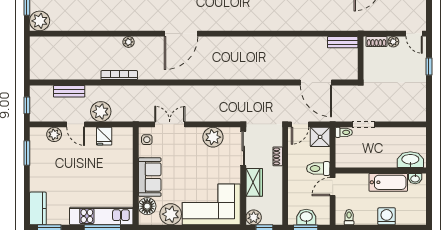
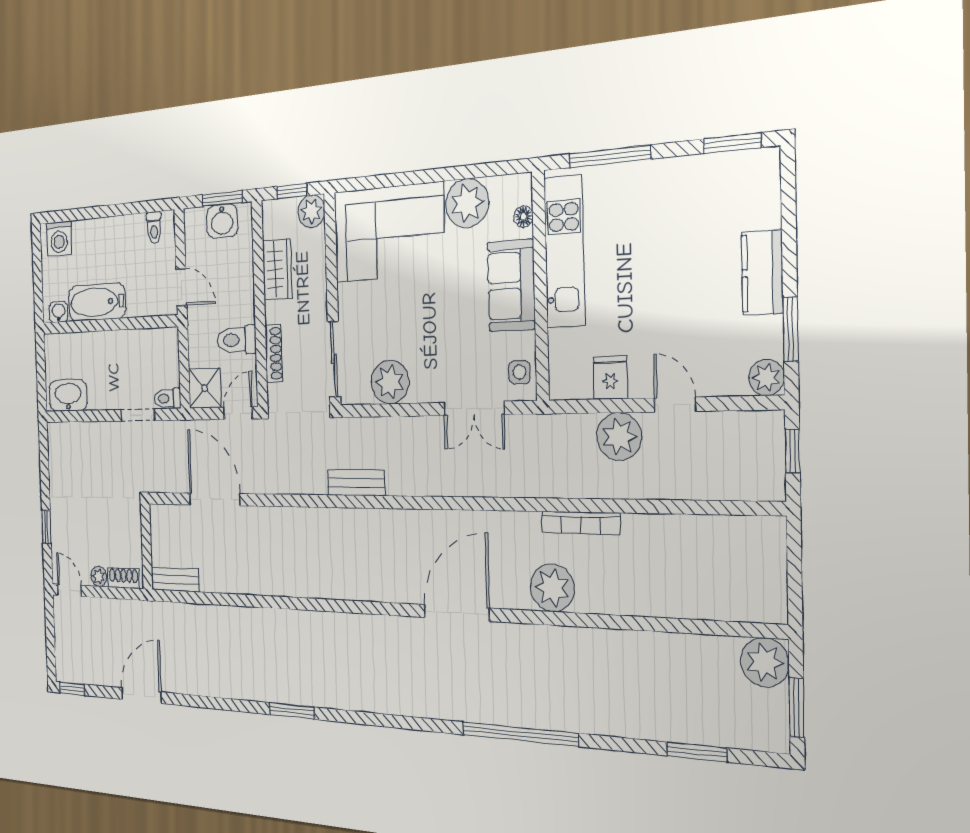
plant: (129, 42) -> (552, 588), width x1.88, depth x1.88
bench: (69, 91) -> (356, 483), moved
plant: (54, 134) -> (766, 377), moved
shoe rack: (278, 156) -> (274, 354), width x1.43
washbasin: (410, 160) -> (68, 396), moved, turned 180
toilet: (318, 169) -> (237, 340), moved, turned 180
wardrobe: (254, 182) -> (277, 269), moved, turned 180
door: (333, 187) -> (181, 287), hinge flipped
floor lamp: (147, 206) -> (523, 217), width x0.53, depth x0.53
kitchen counter: (38, 208) -> (762, 273), moved
kitchen unit: (101, 216) -> (564, 252), moved, turned -90
washing machine: (387, 216) -> (59, 239), moved

